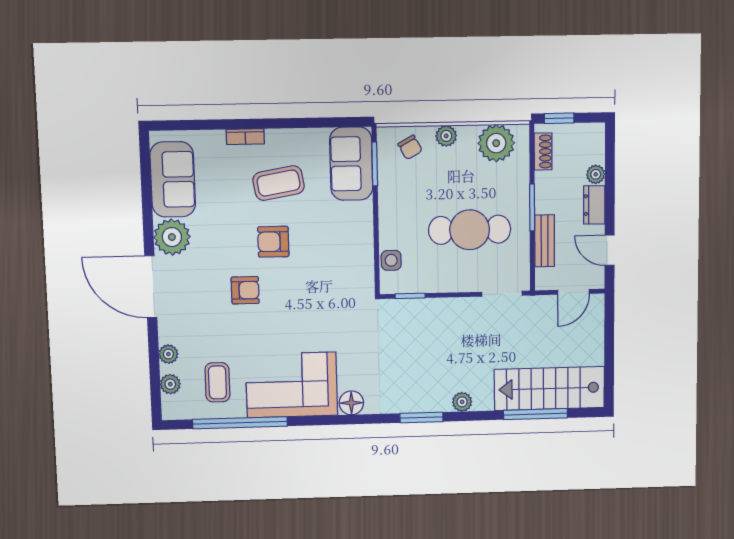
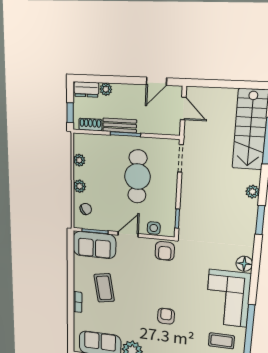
plant: (496, 143) -> (79, 160), width x0.53, depth x0.53
dresser: (594, 205) -> (86, 89), moved
door: (376, 220) -> (128, 234), added
bench: (545, 241) -> (120, 125), moved
armchair: (273, 242) -> (165, 251), moved

